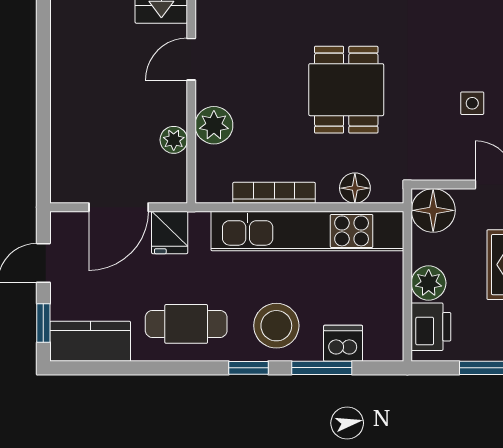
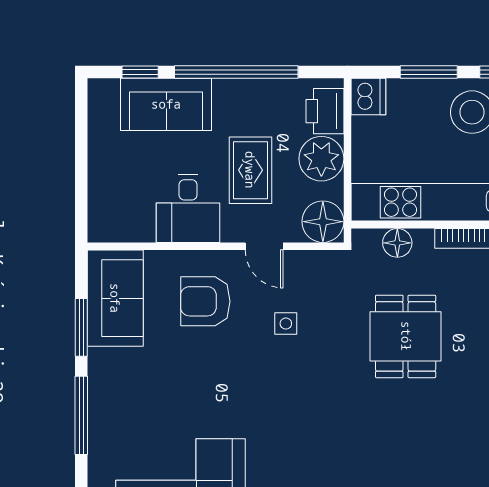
plant: (429, 283) -> (321, 159), width x1.36, depth x1.36
dishwasher: (343, 343) -> (368, 97), moved, turned -90

